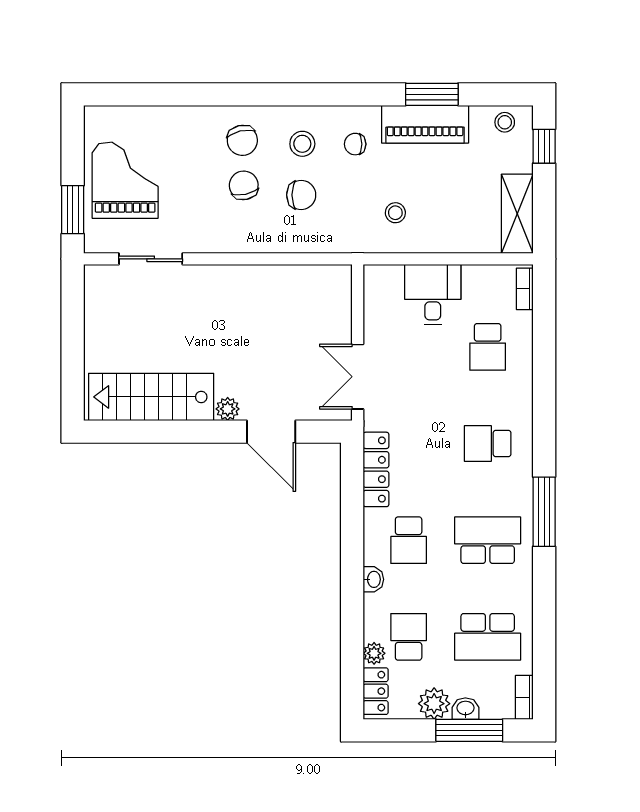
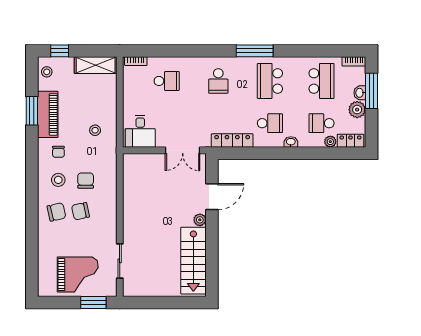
grand piano: (125, 180) -> (78, 275), turned 180
desk: (433, 295) -> (140, 131), moved, turned -90

